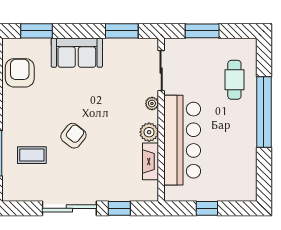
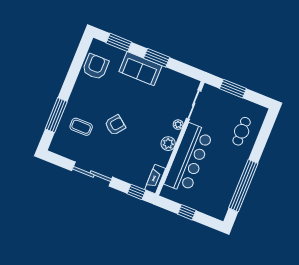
window: (122, 31) -> (157, 58), moved
window: (264, 112) -> (243, 186), moved
fireplace: (151, 161) -> (155, 179), moved
window: (119, 208) -> (136, 192), moved

